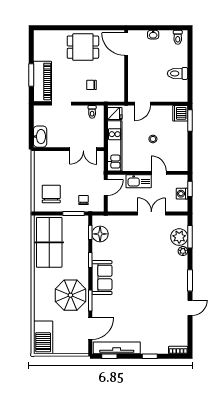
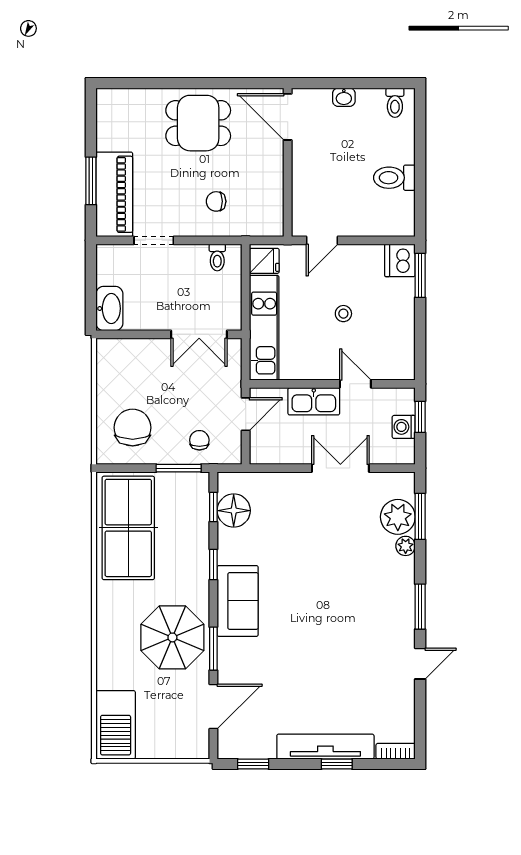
tv unit: (117, 348) -> (325, 747), moved

